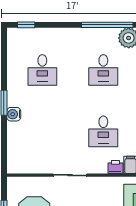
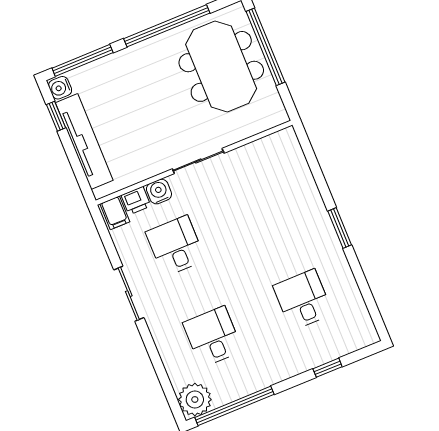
window: (26, 25) -> (328, 368), moved
water cooler: (14, 114) -> (159, 192), moved, turned -90

